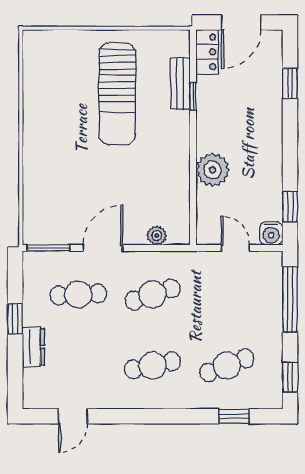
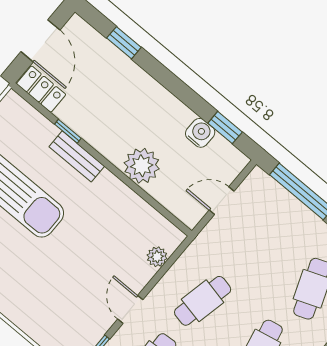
bench: (180, 84) -> (77, 156), moved
water cooler: (271, 233) -> (200, 133), moved, turned -90
door: (103, 248) -> (130, 309), width x0.73
cafe table: (153, 294) -> (203, 301), turned 30

